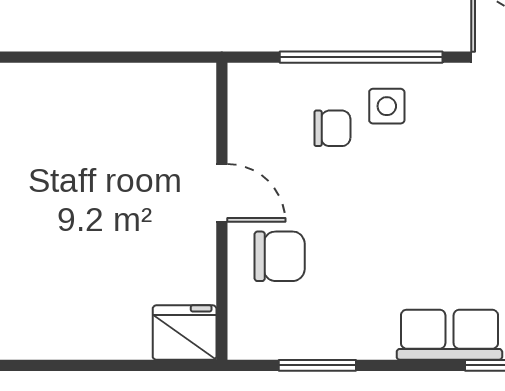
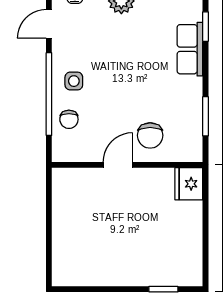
chair: (332, 128) -> (69, 119), moved, turned 180
chair: (280, 256) -> (150, 135), turned 180

